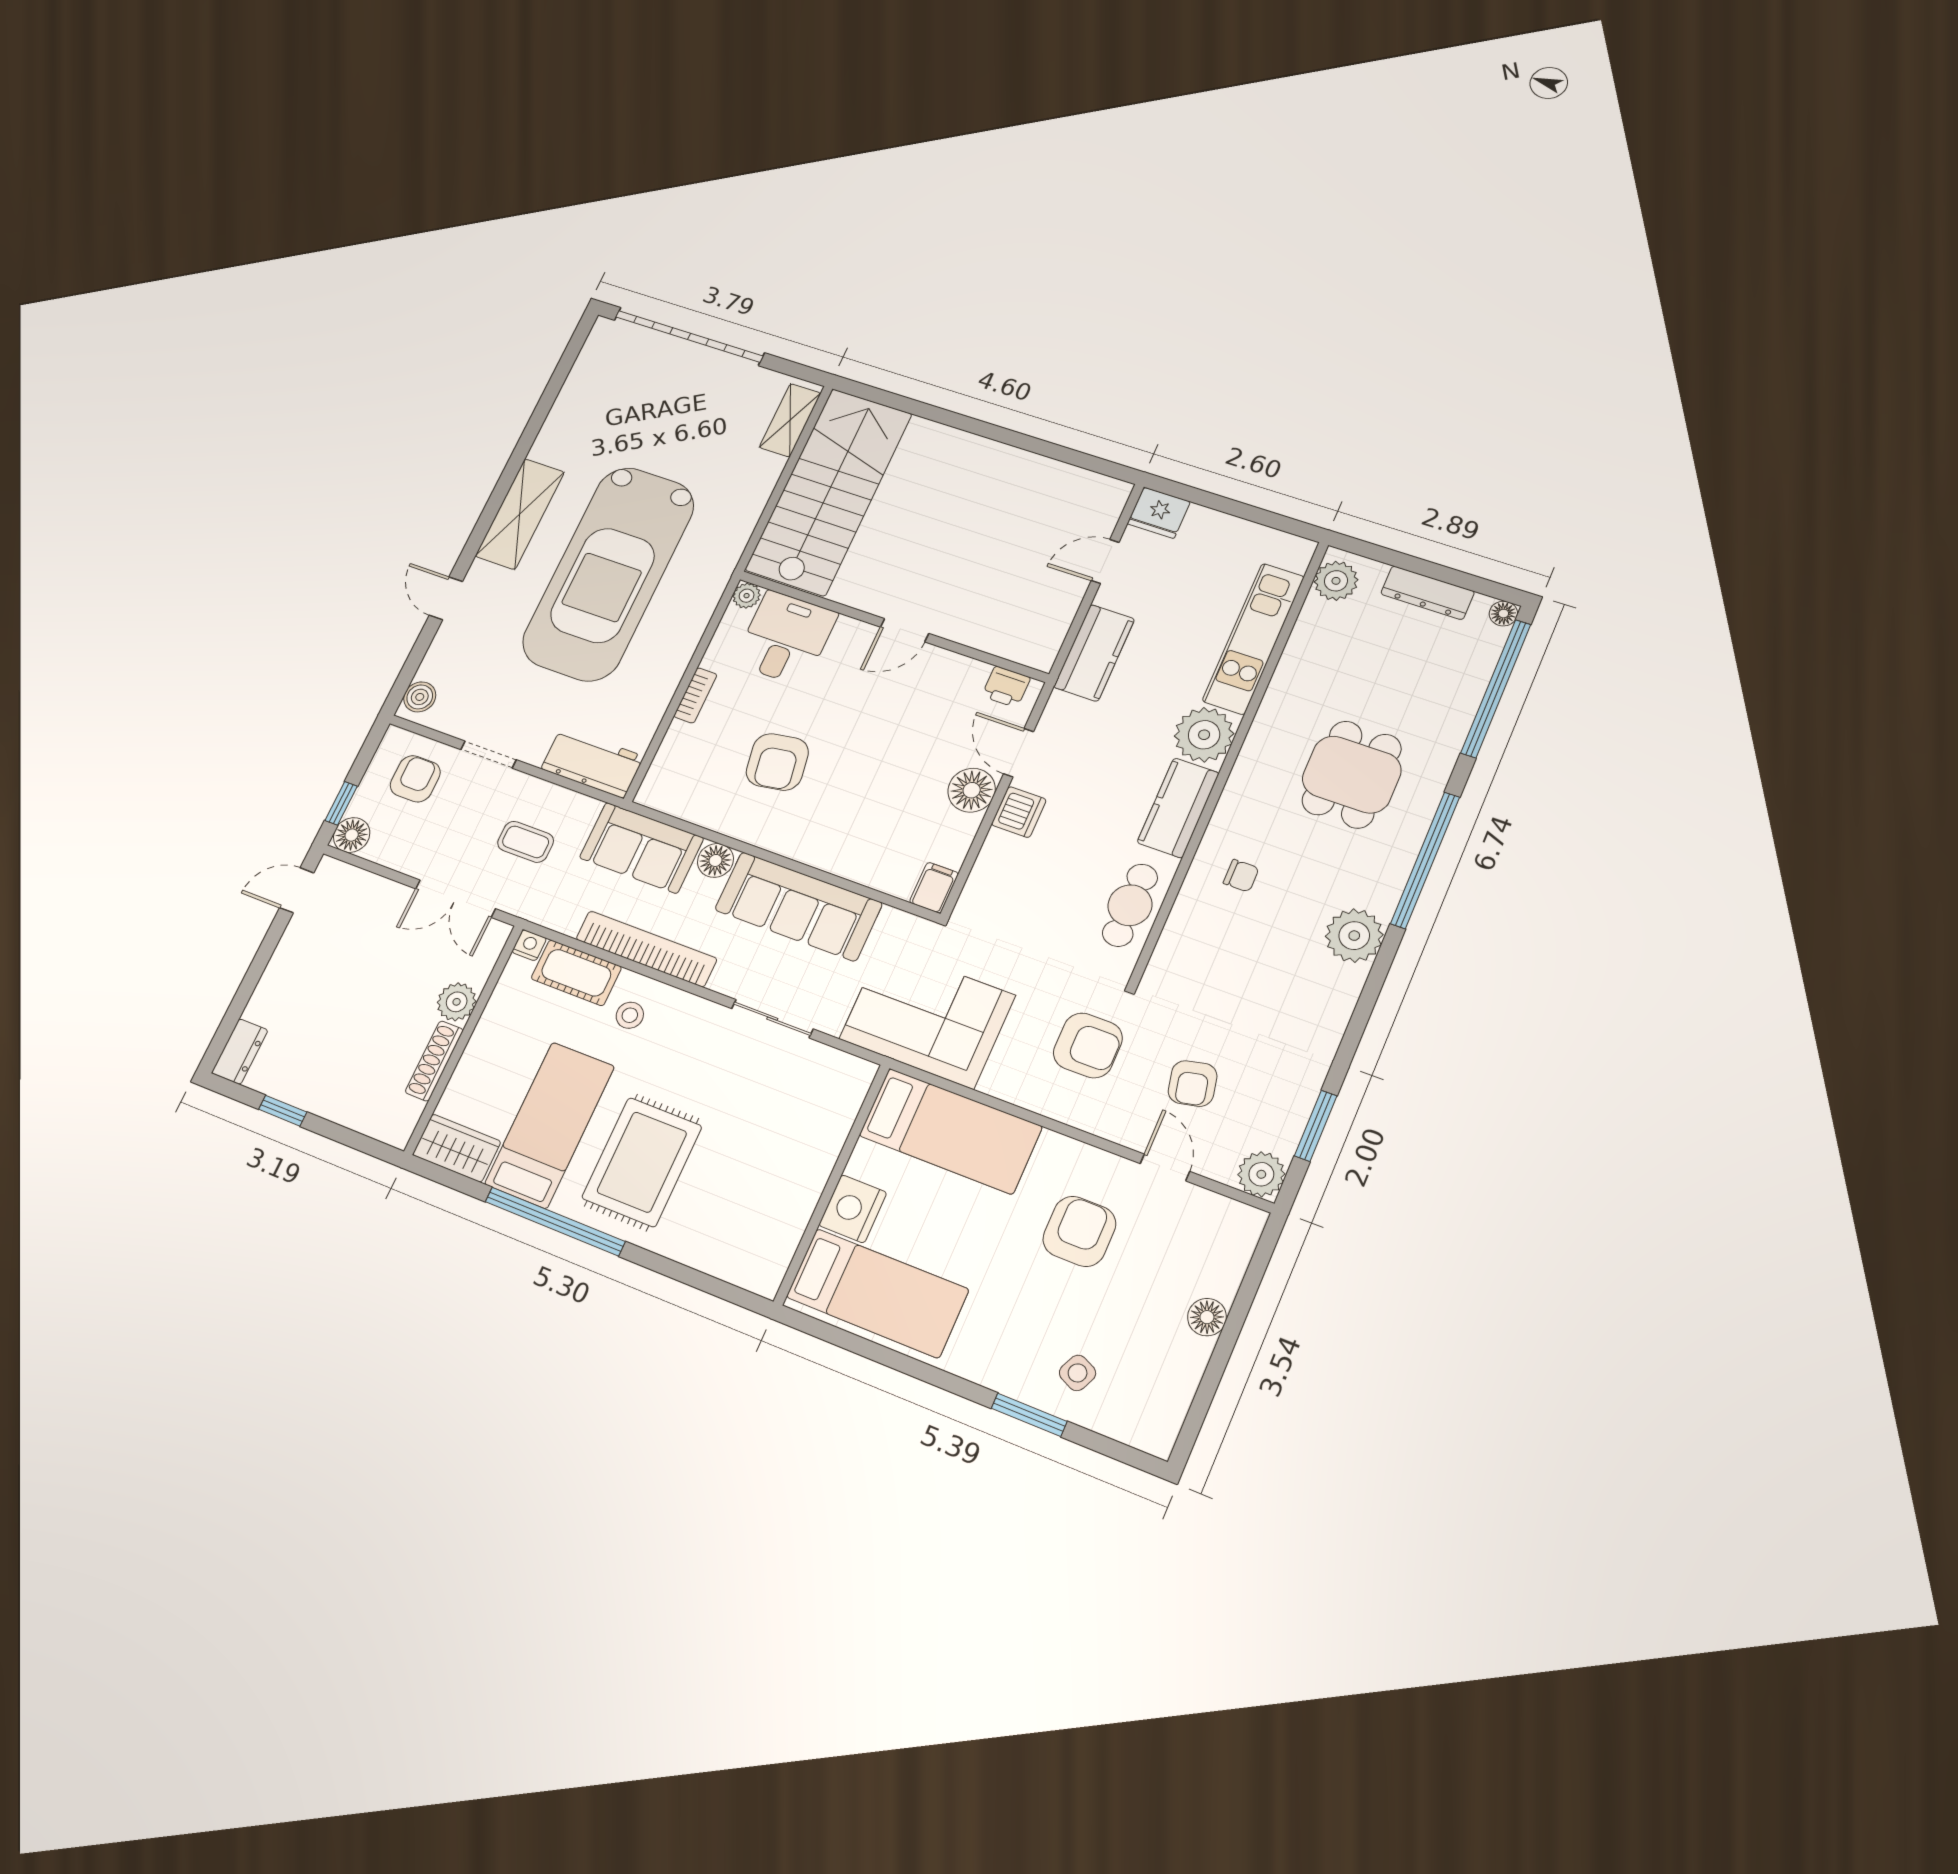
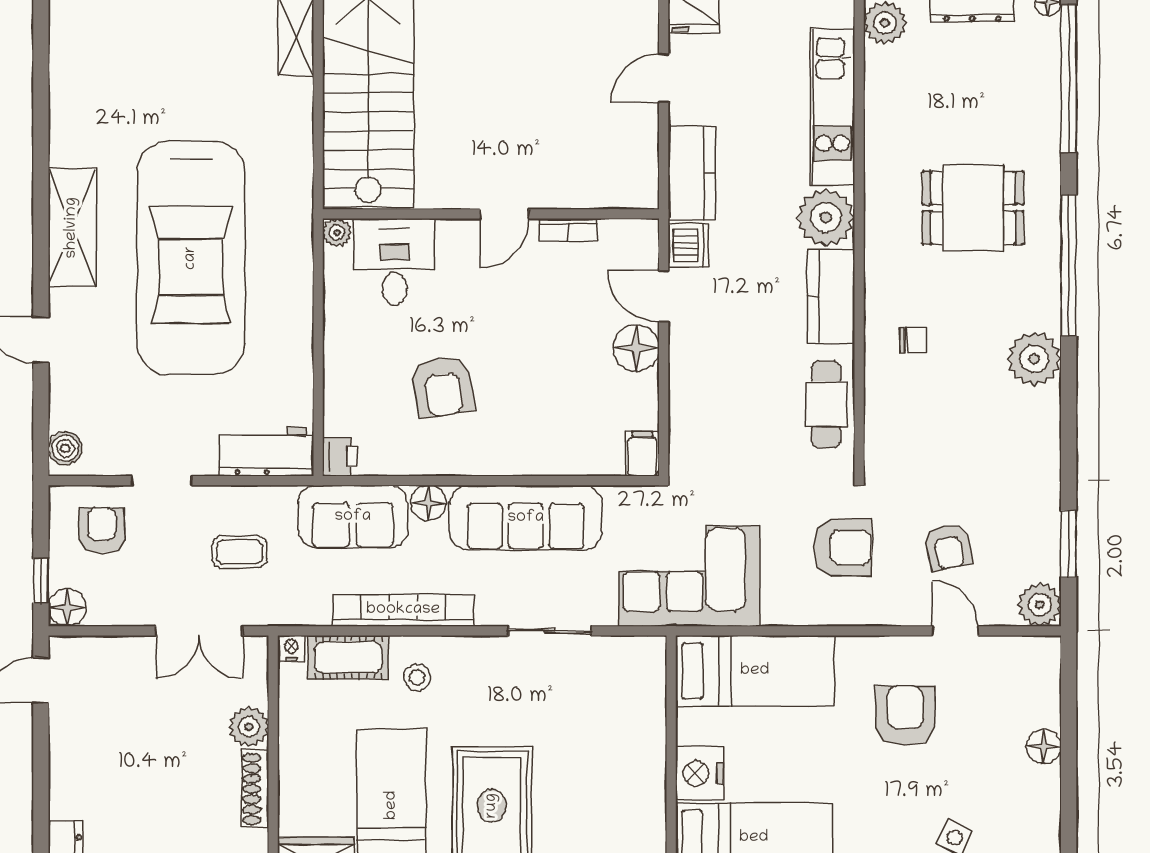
printer: (1006, 687) -> (340, 457), moved, turned -90
bookcase: (695, 695) -> (568, 230), moved, turned 90
dining table: (1352, 775) -> (973, 208), turned 90
dishwasher: (1019, 812) -> (688, 245), moved

